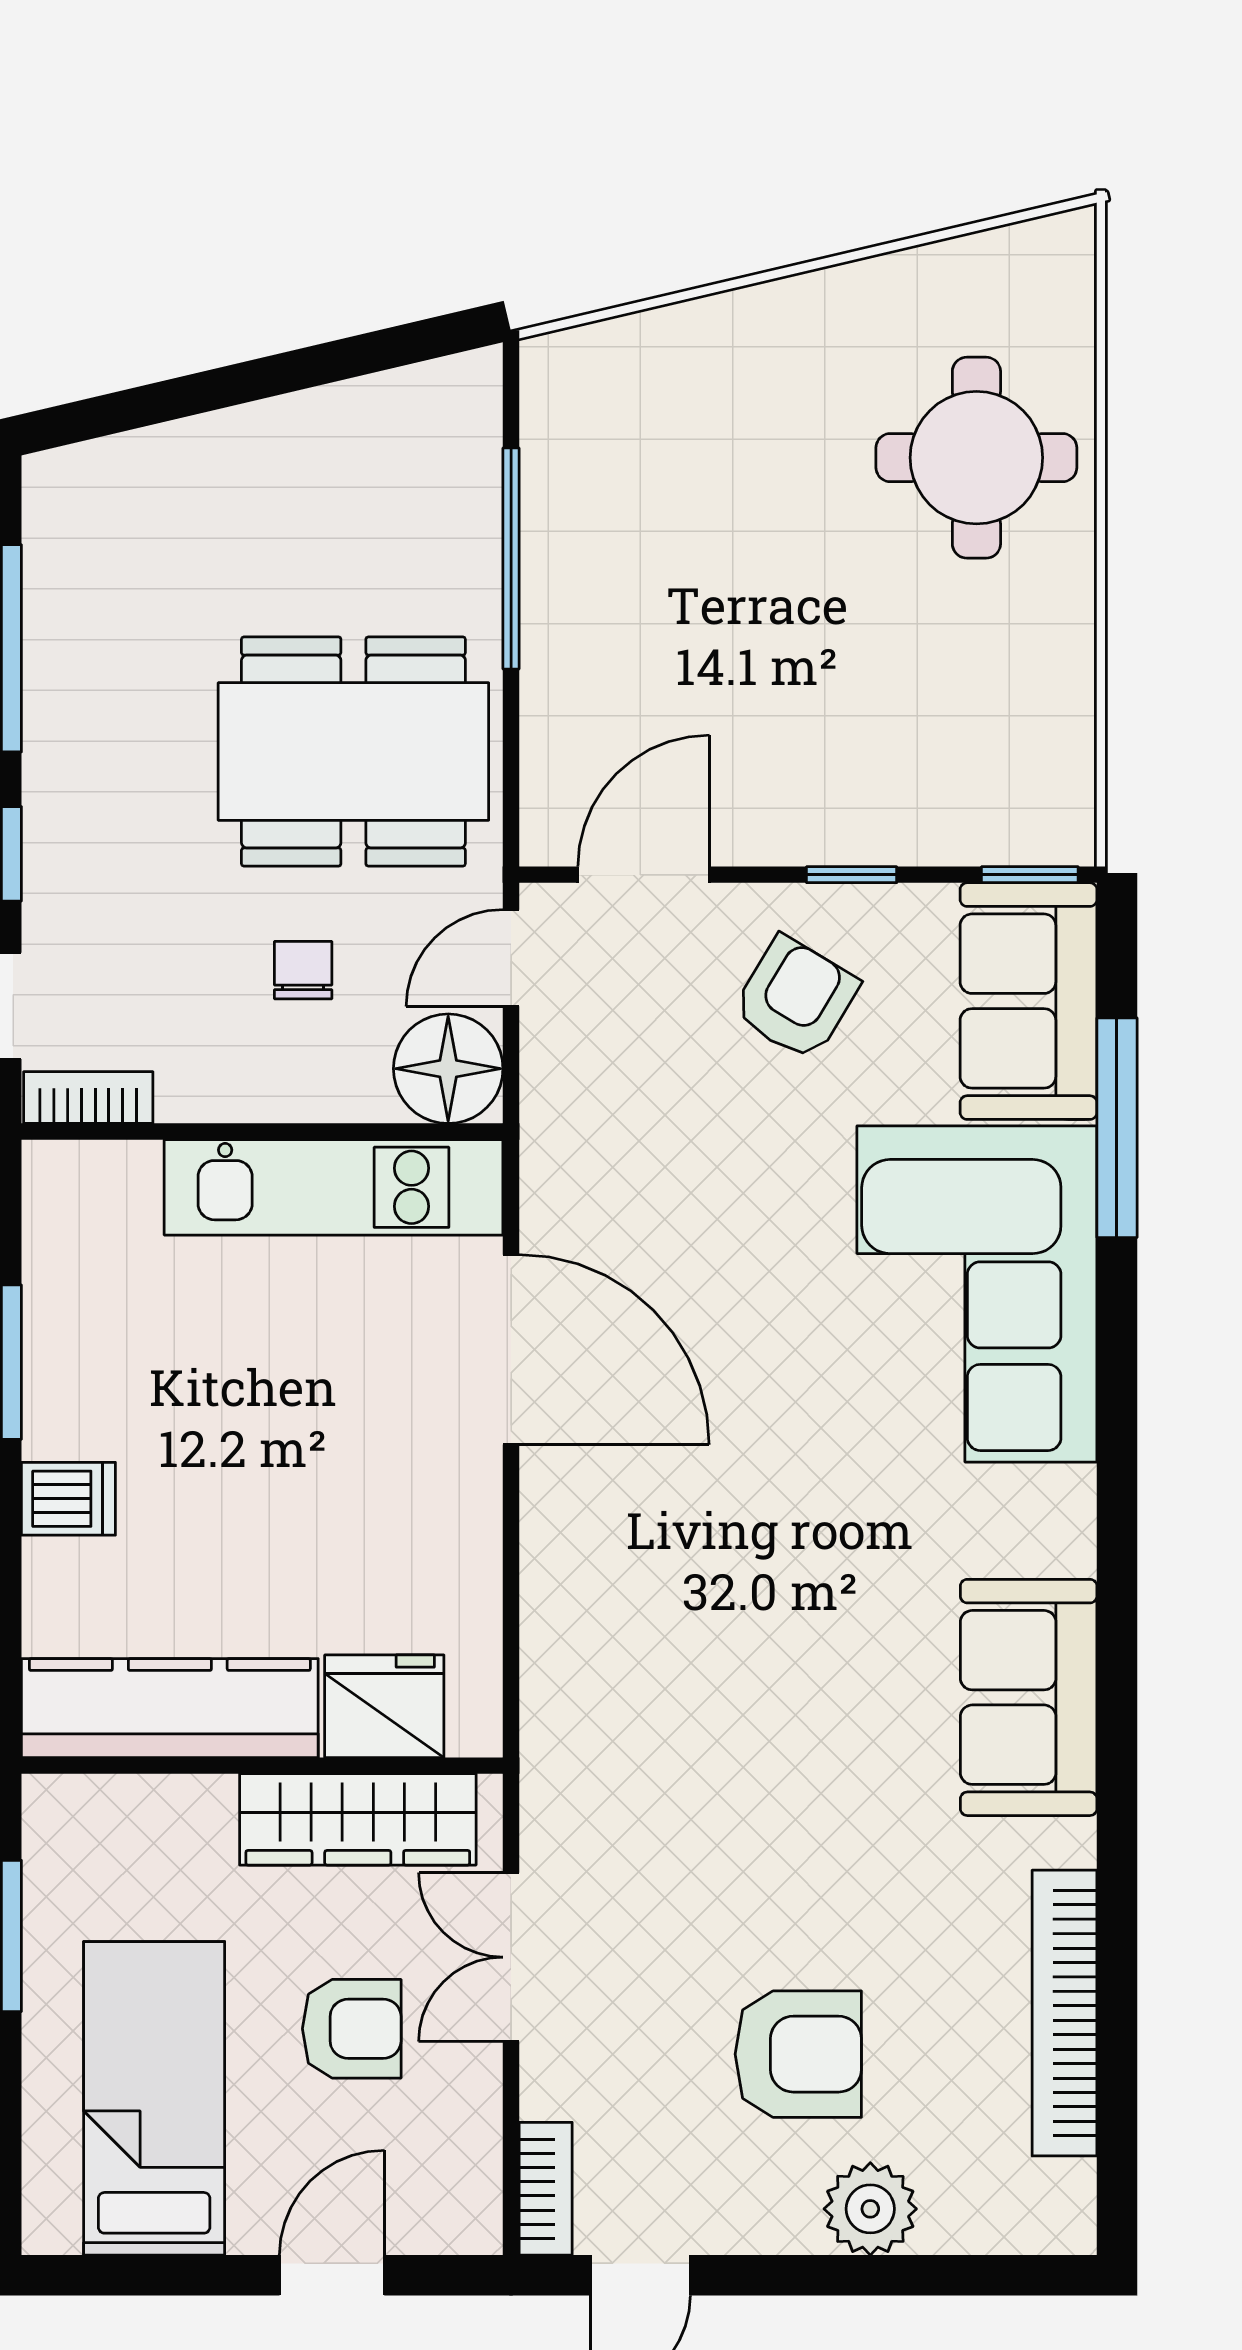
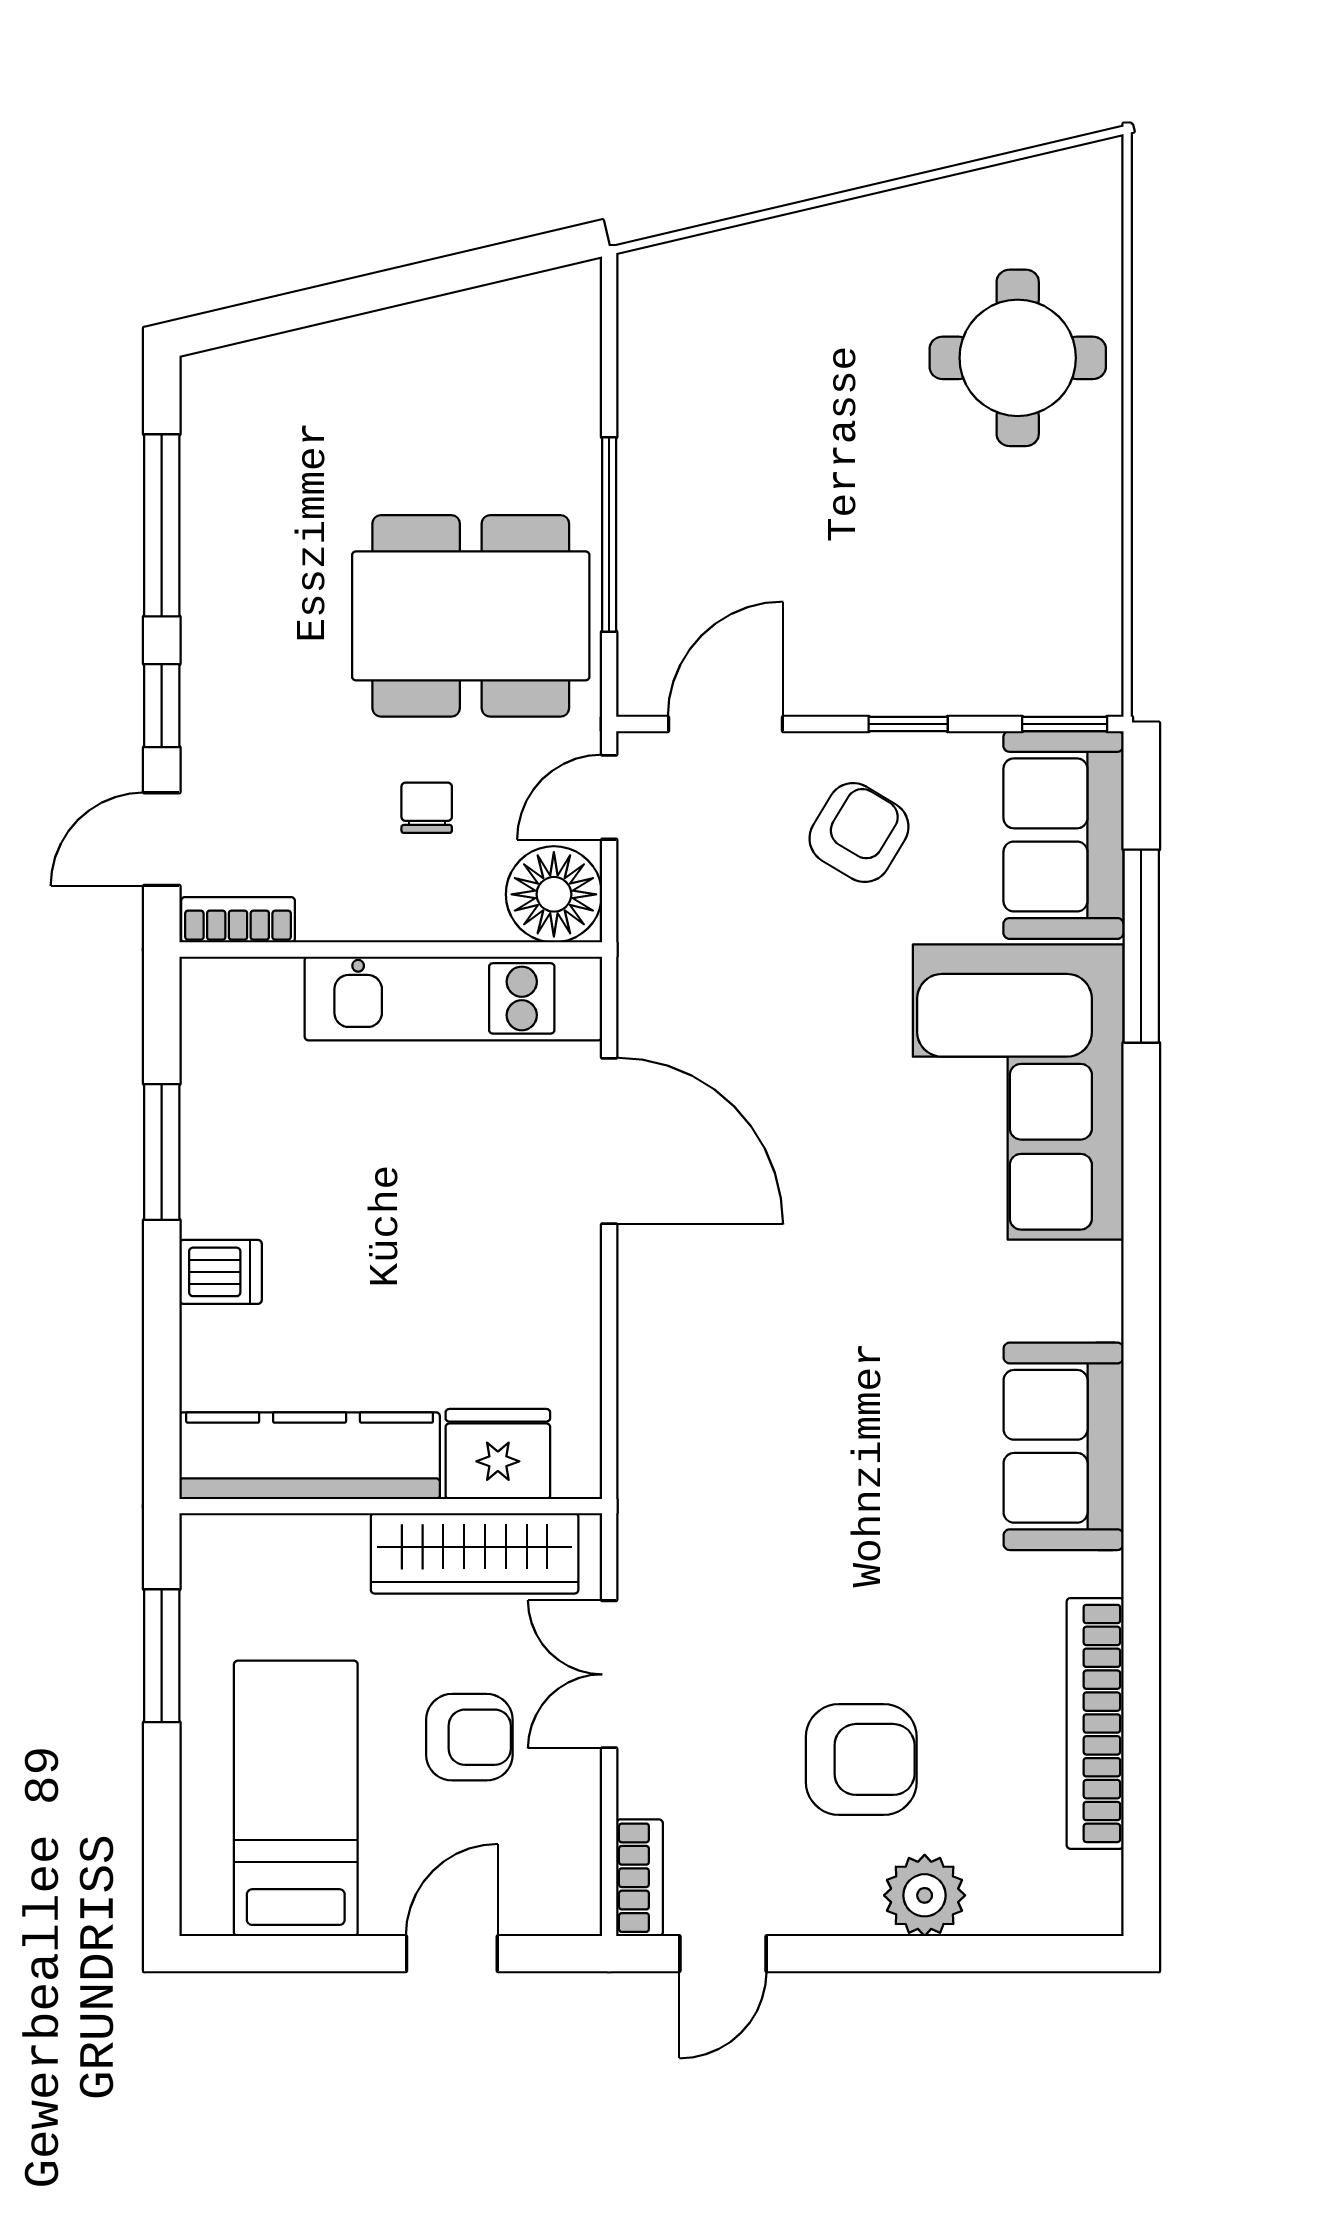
window: (511, 559) -> (609, 535), moved

